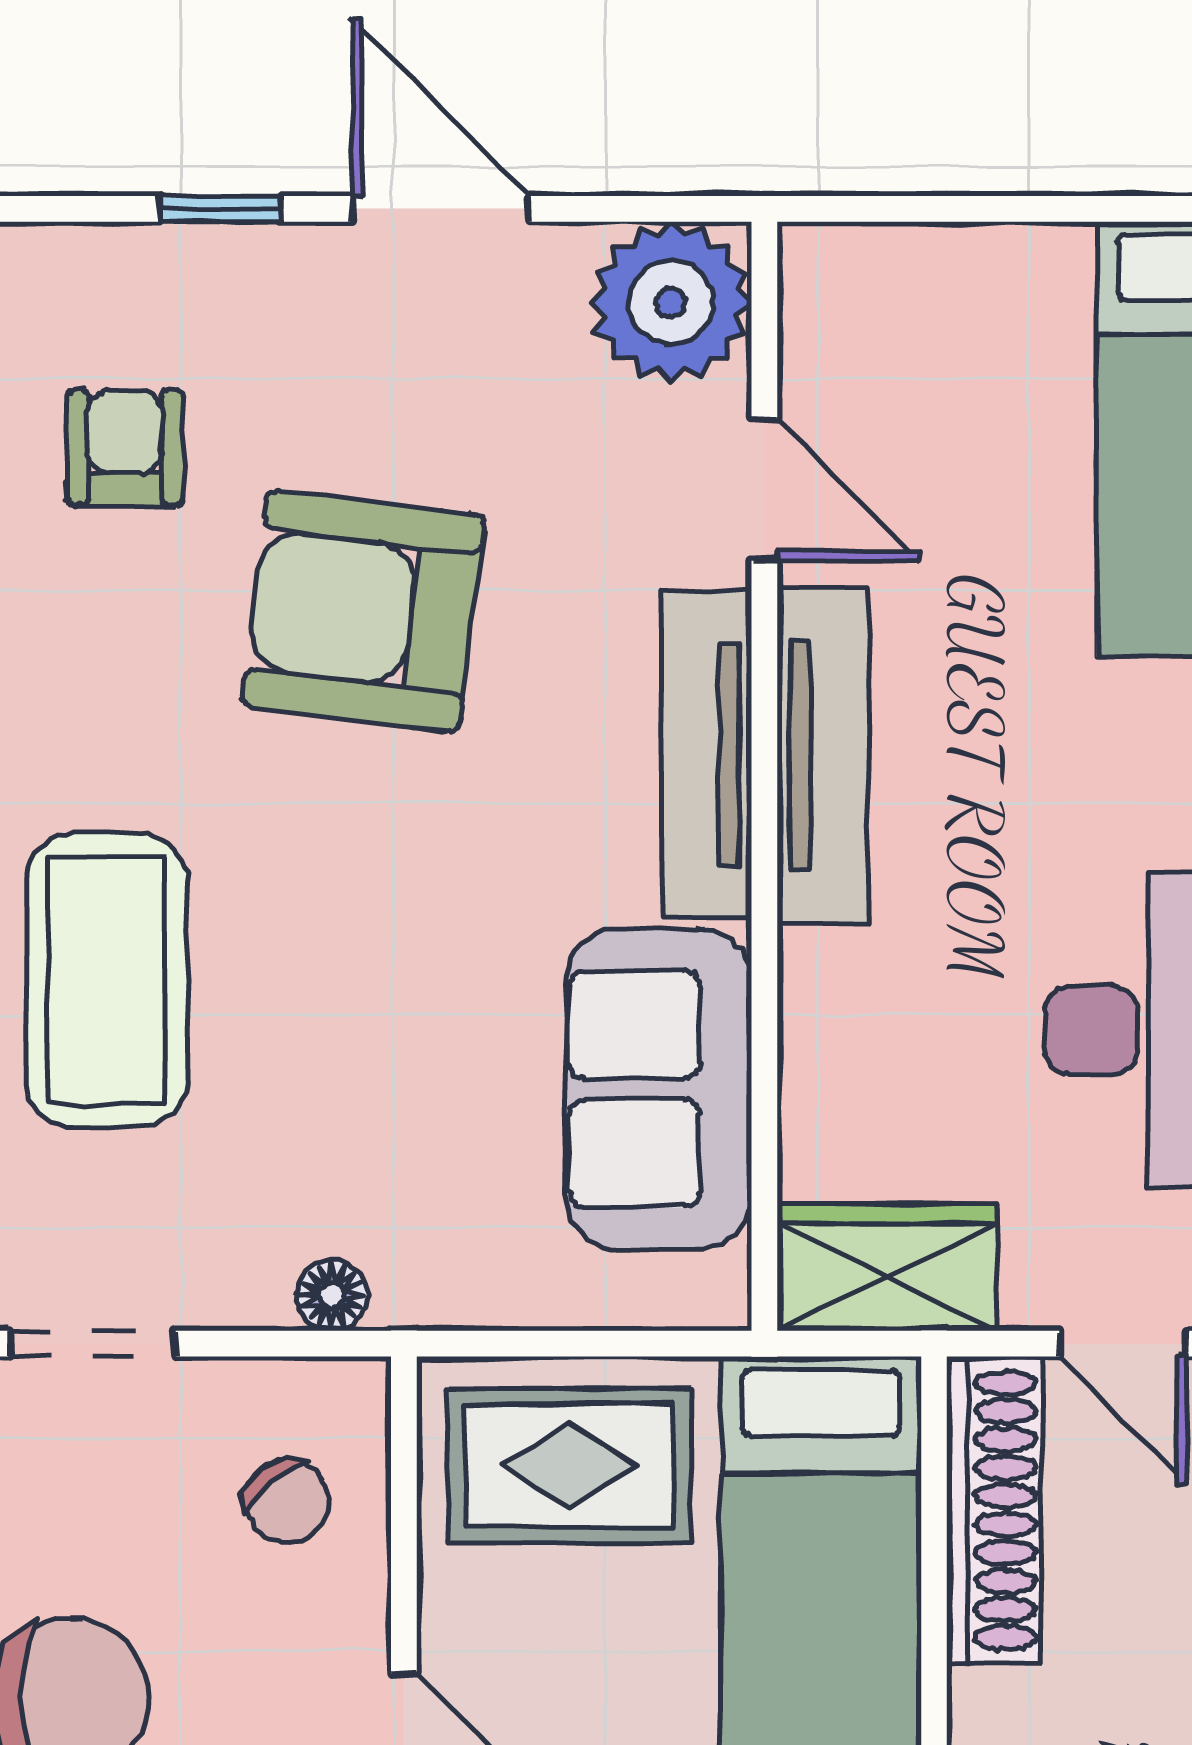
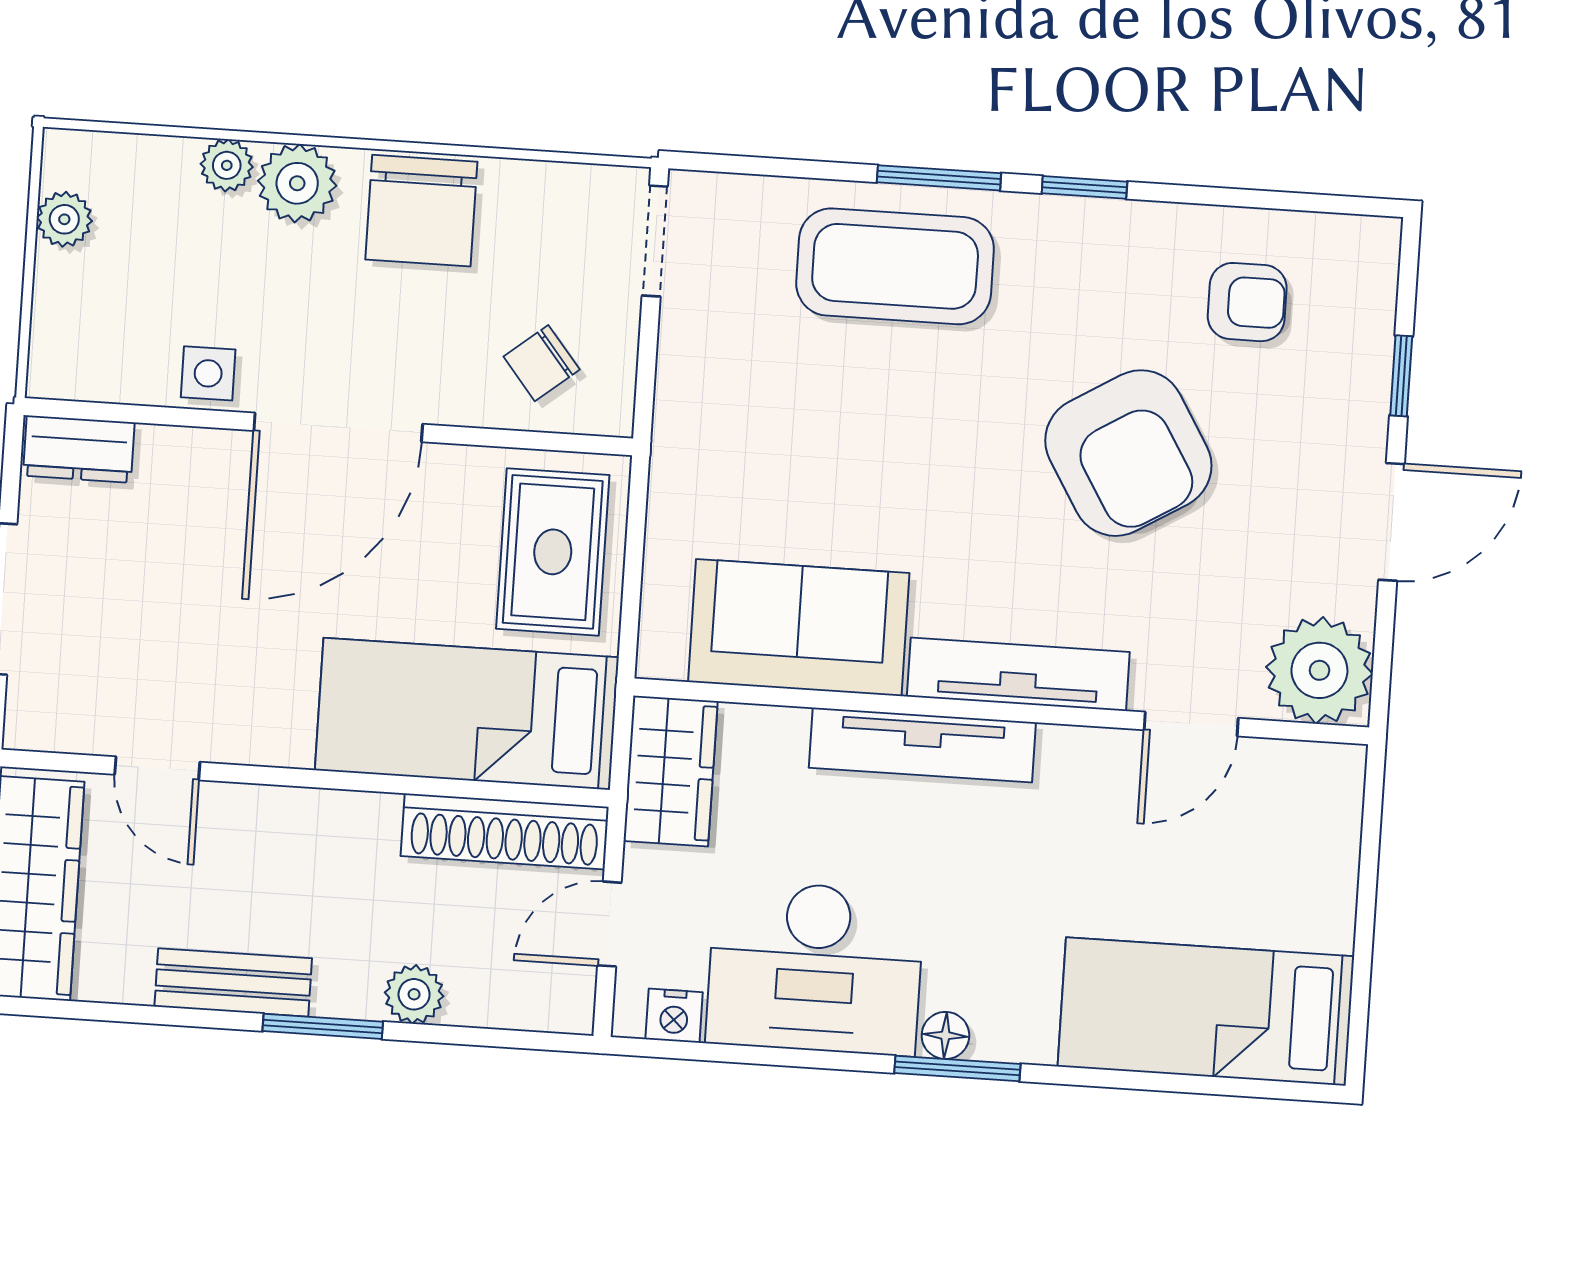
armchair: (364, 611) -> (1128, 453), turned 142
tv unit: (823, 755) -> (922, 745), moved
floor lamp: (332, 1295) -> (676, 402), removed

